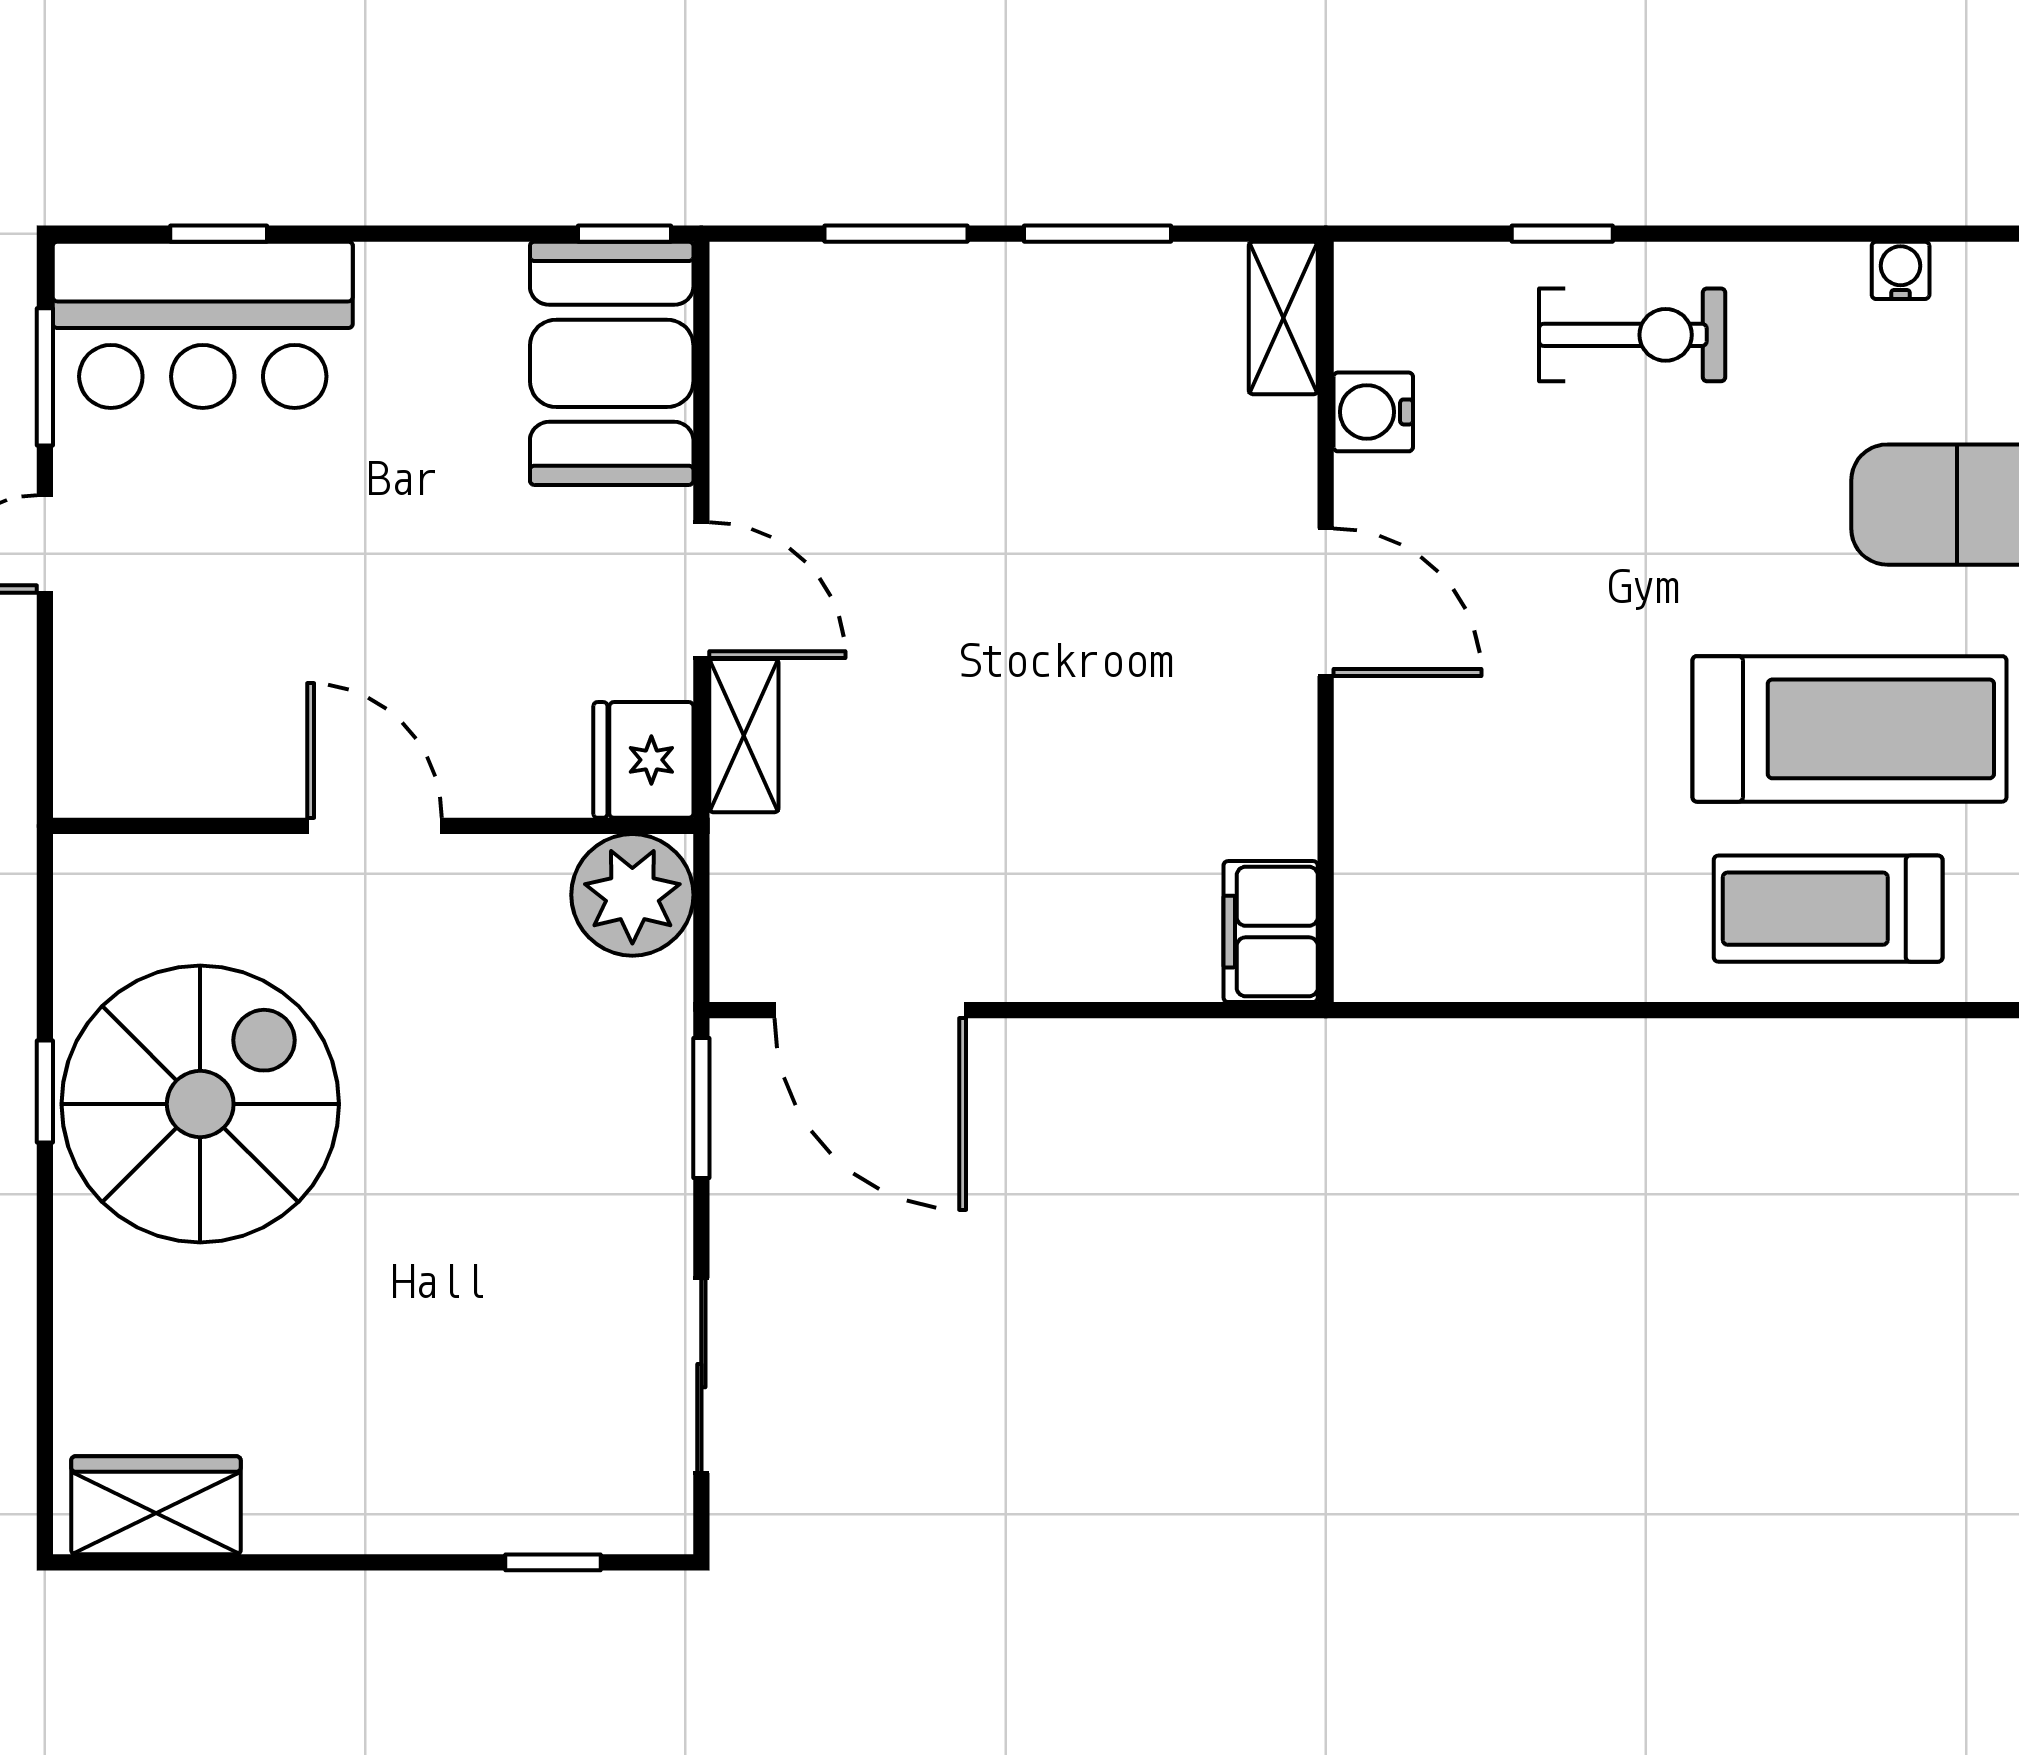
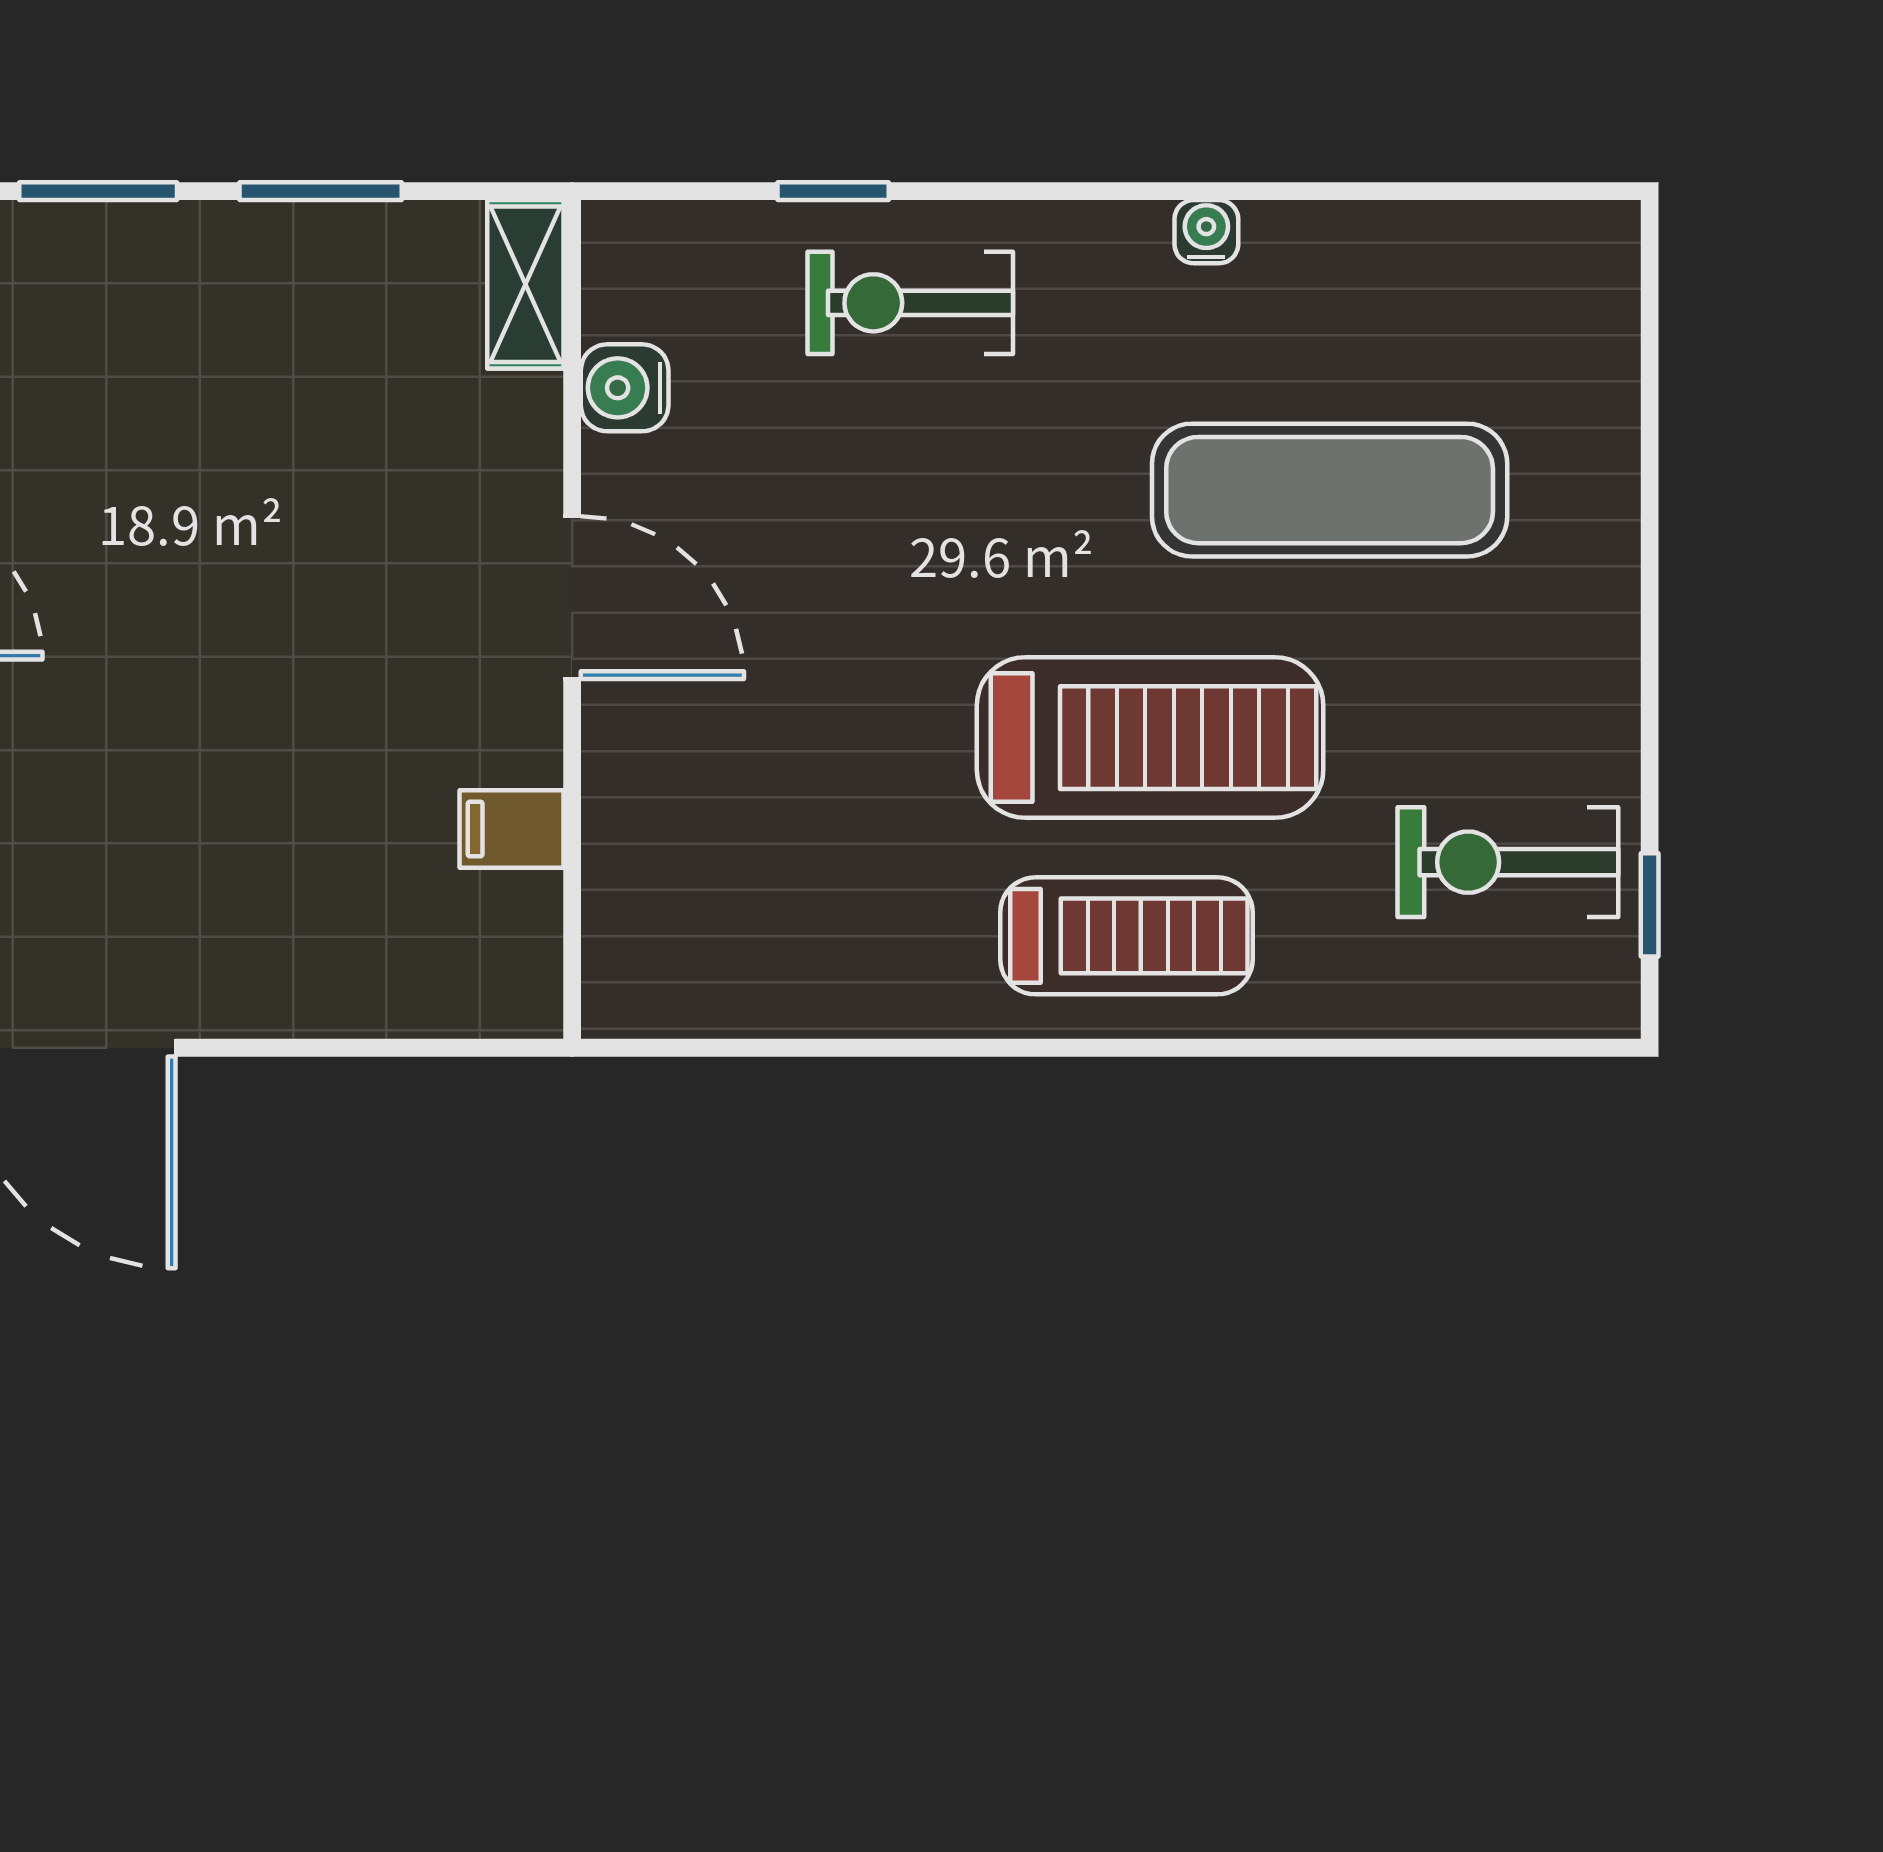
exercise bike: (1632, 335) -> (910, 303), turned 180
treadmill: (1828, 909) -> (1126, 936), turned 180
filing cabinet: (1271, 932) -> (511, 829), moved, width x0.50

